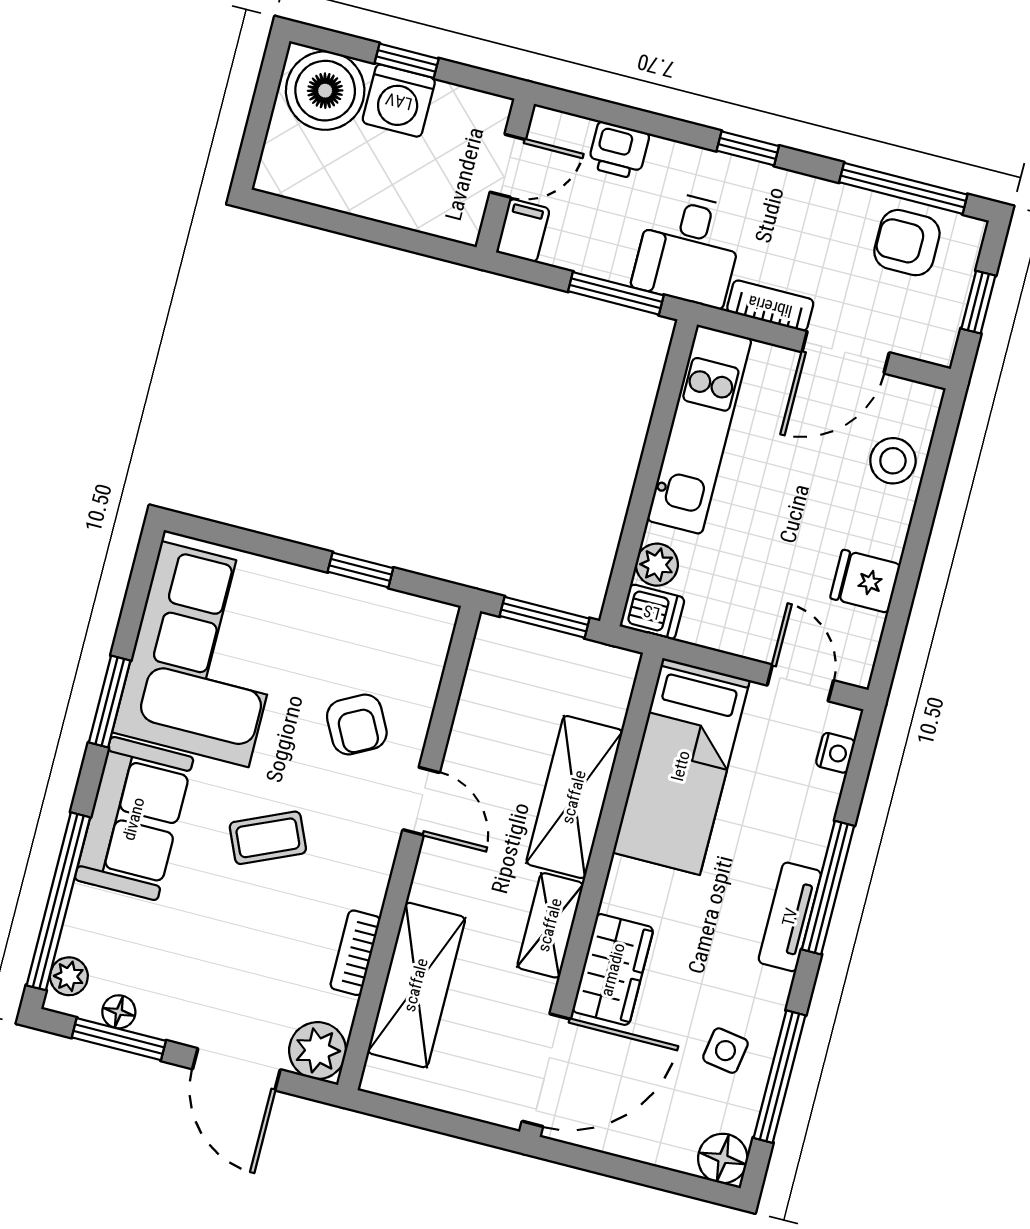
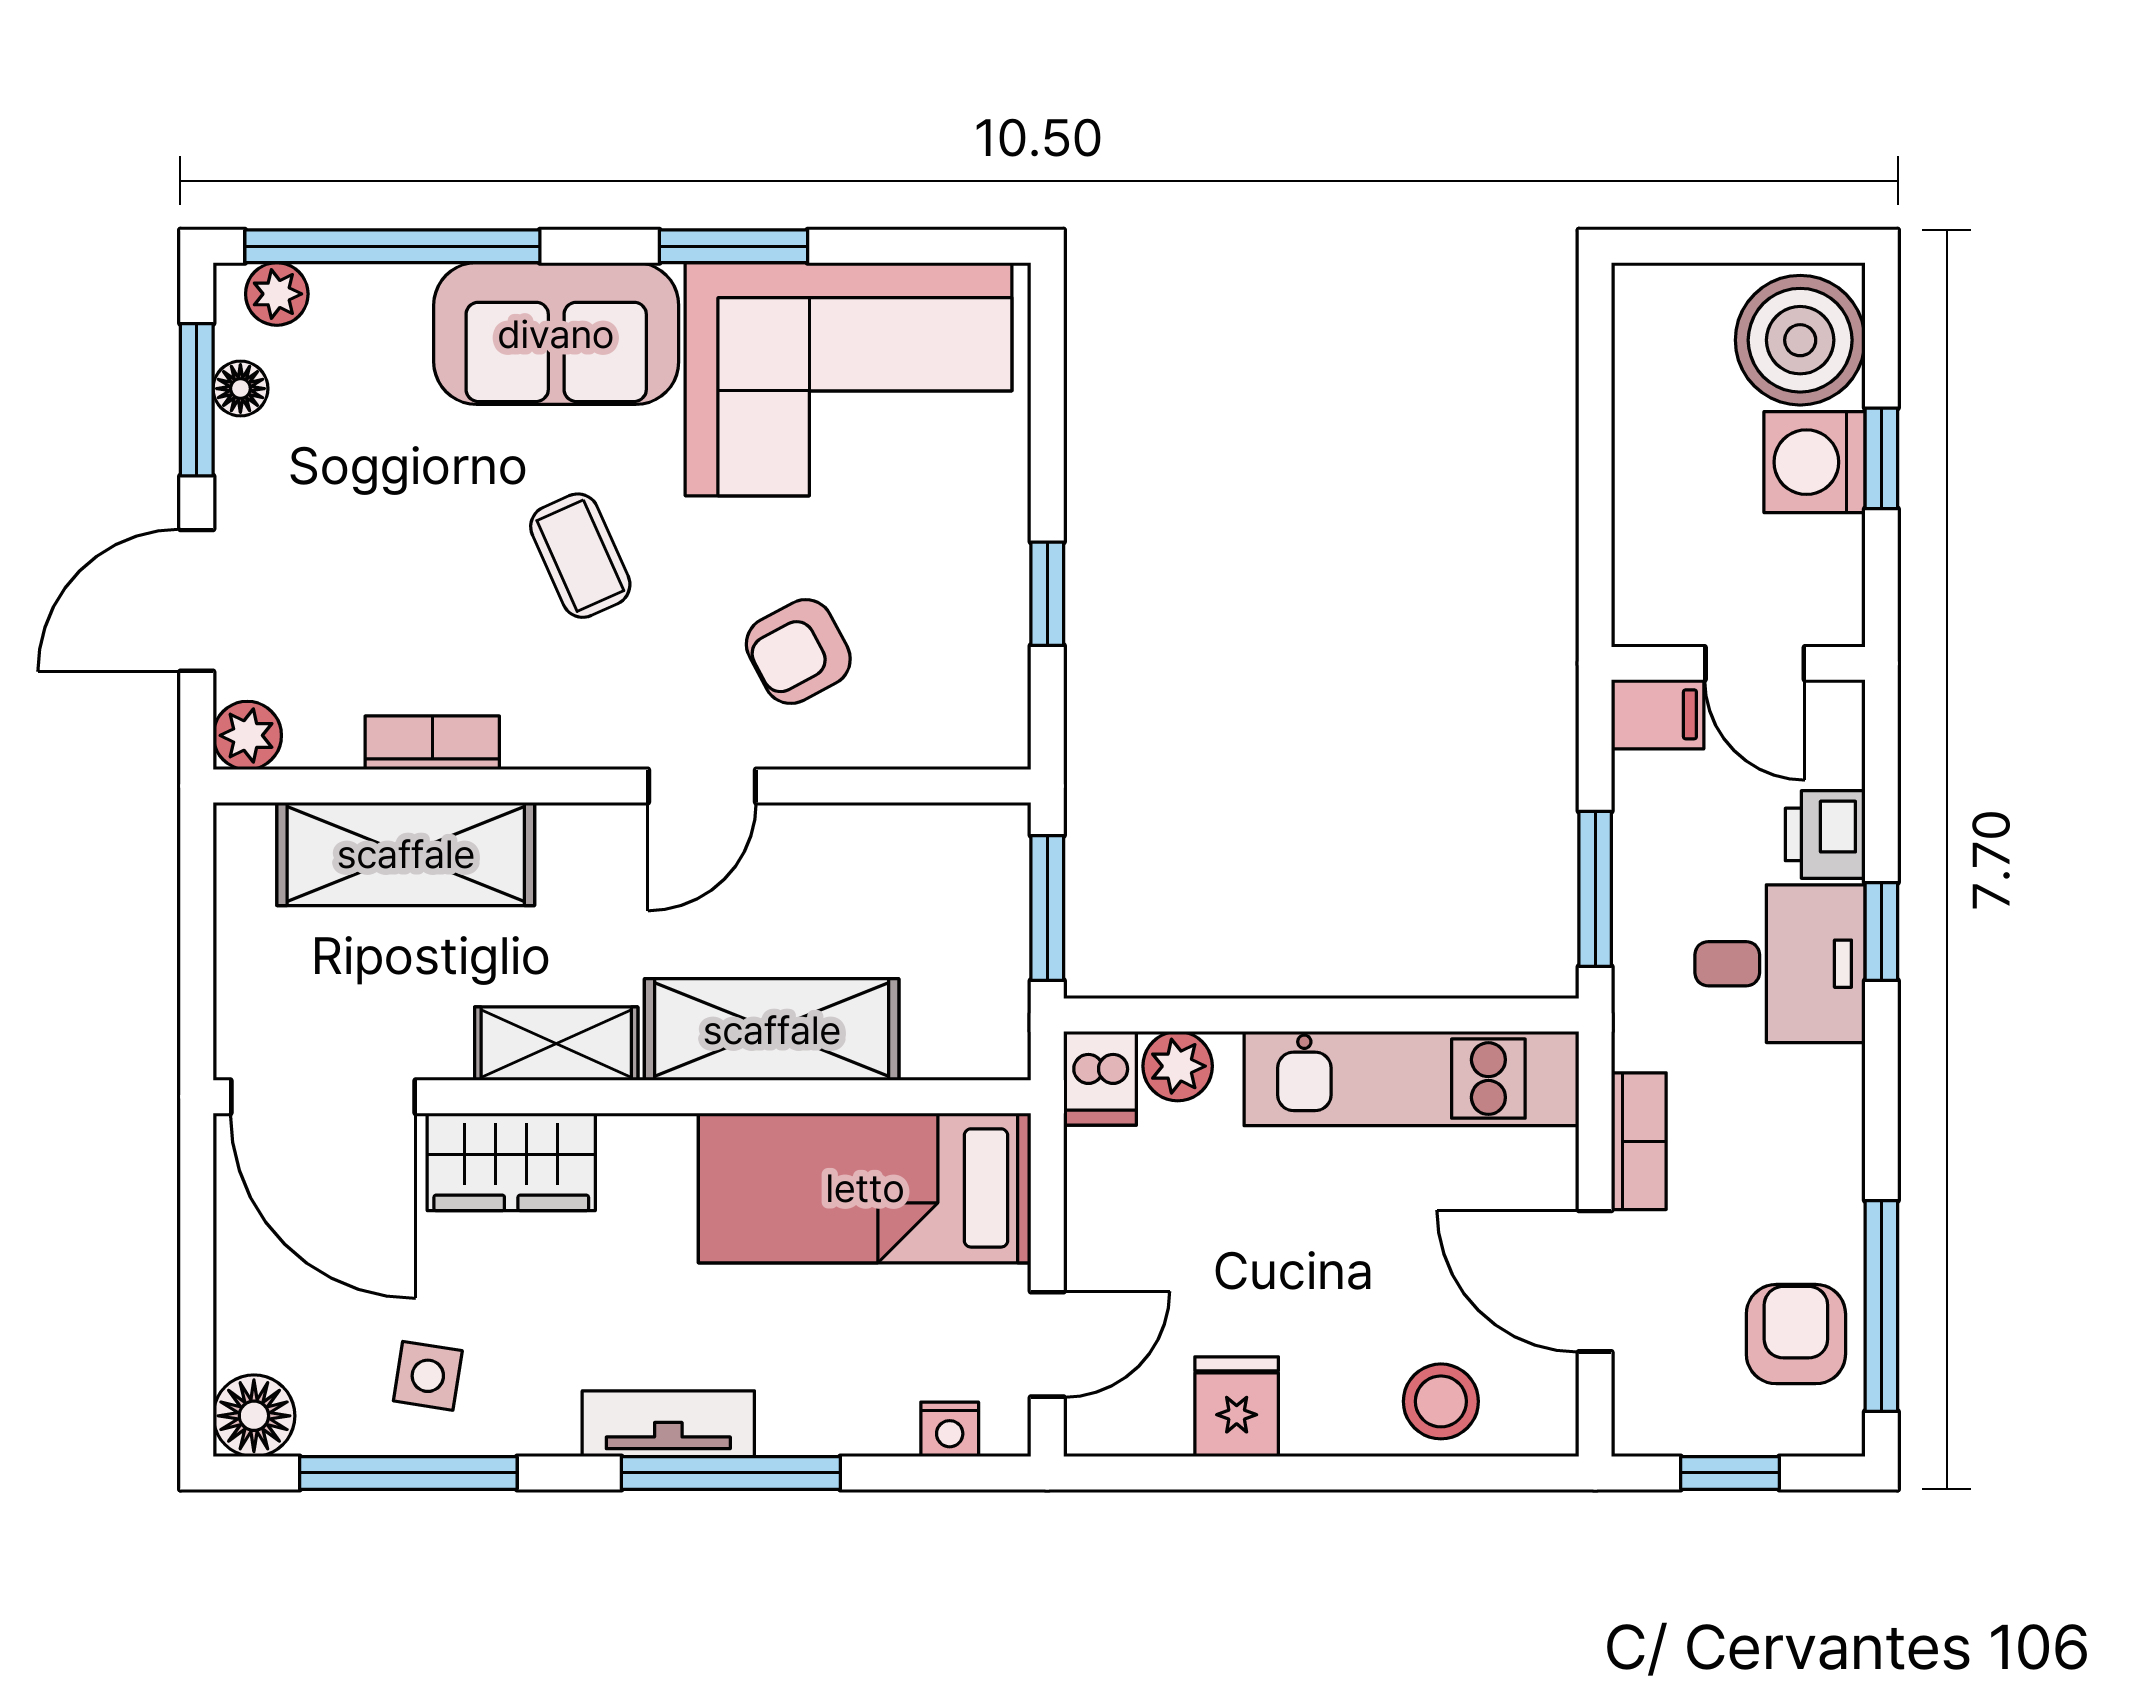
window: (748, 148) -> (1881, 931), moved
desk: (689, 249) -> (1780, 964), moved, turned 180
plant: (318, 1051) -> (247, 735), width x0.73, depth x0.73

